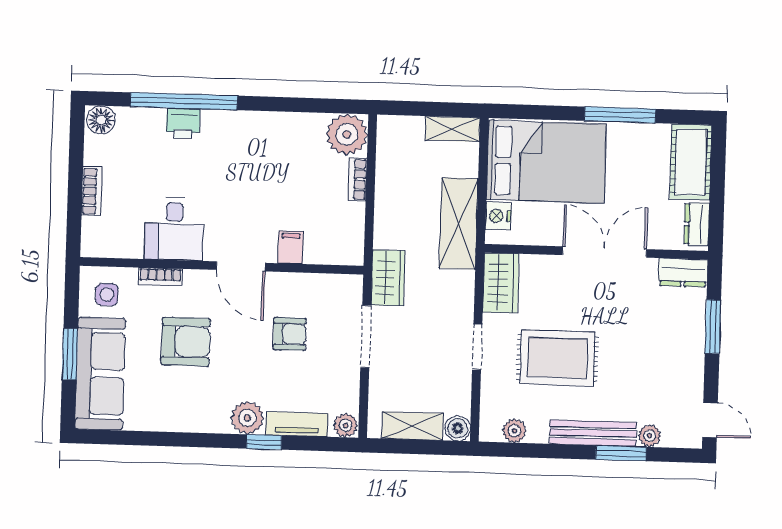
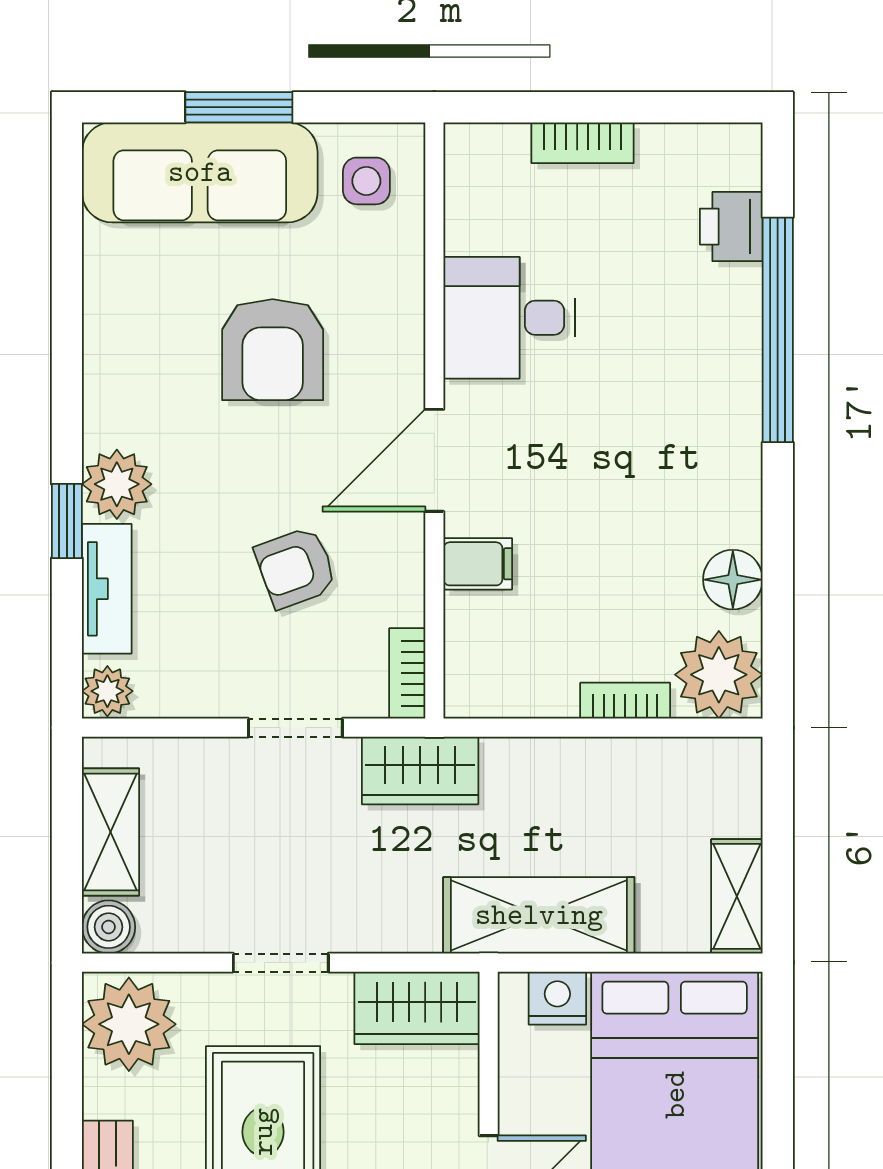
floor lamp: (101, 120) -> (733, 580), moved
printer: (183, 123) -> (731, 227), moved
bookcase: (160, 277) -> (407, 673), moved
armchair: (290, 334) -> (296, 568), turned 70
doorway: (366, 337) -> (295, 728), width x0.73
plant: (514, 431) -> (129, 1024), width x1.87, depth x1.87

